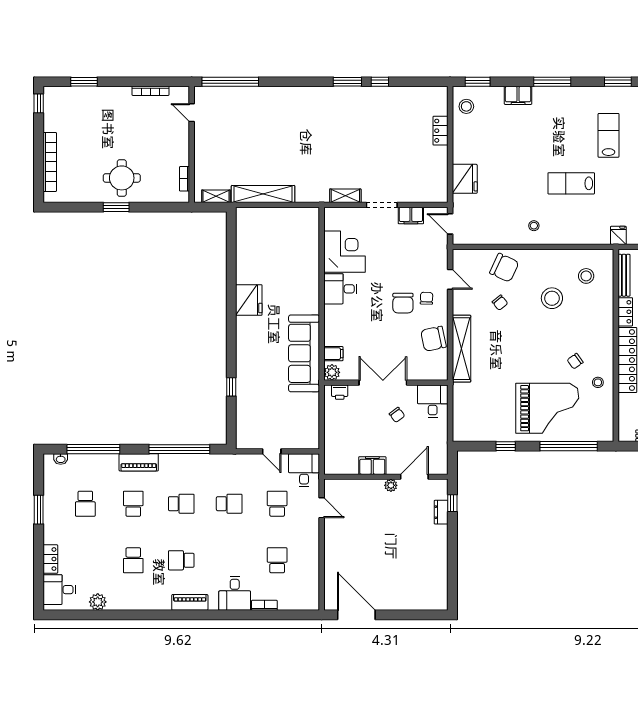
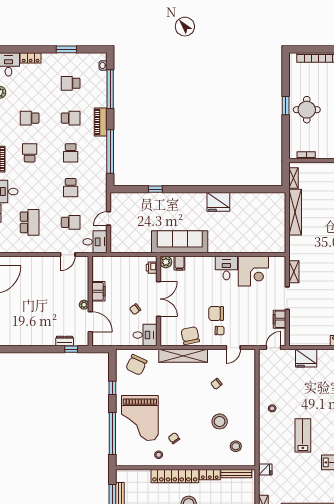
chair: (504, 268) -> (136, 365), moved
school desk: (277, 560) -> (30, 222), width x1.85

